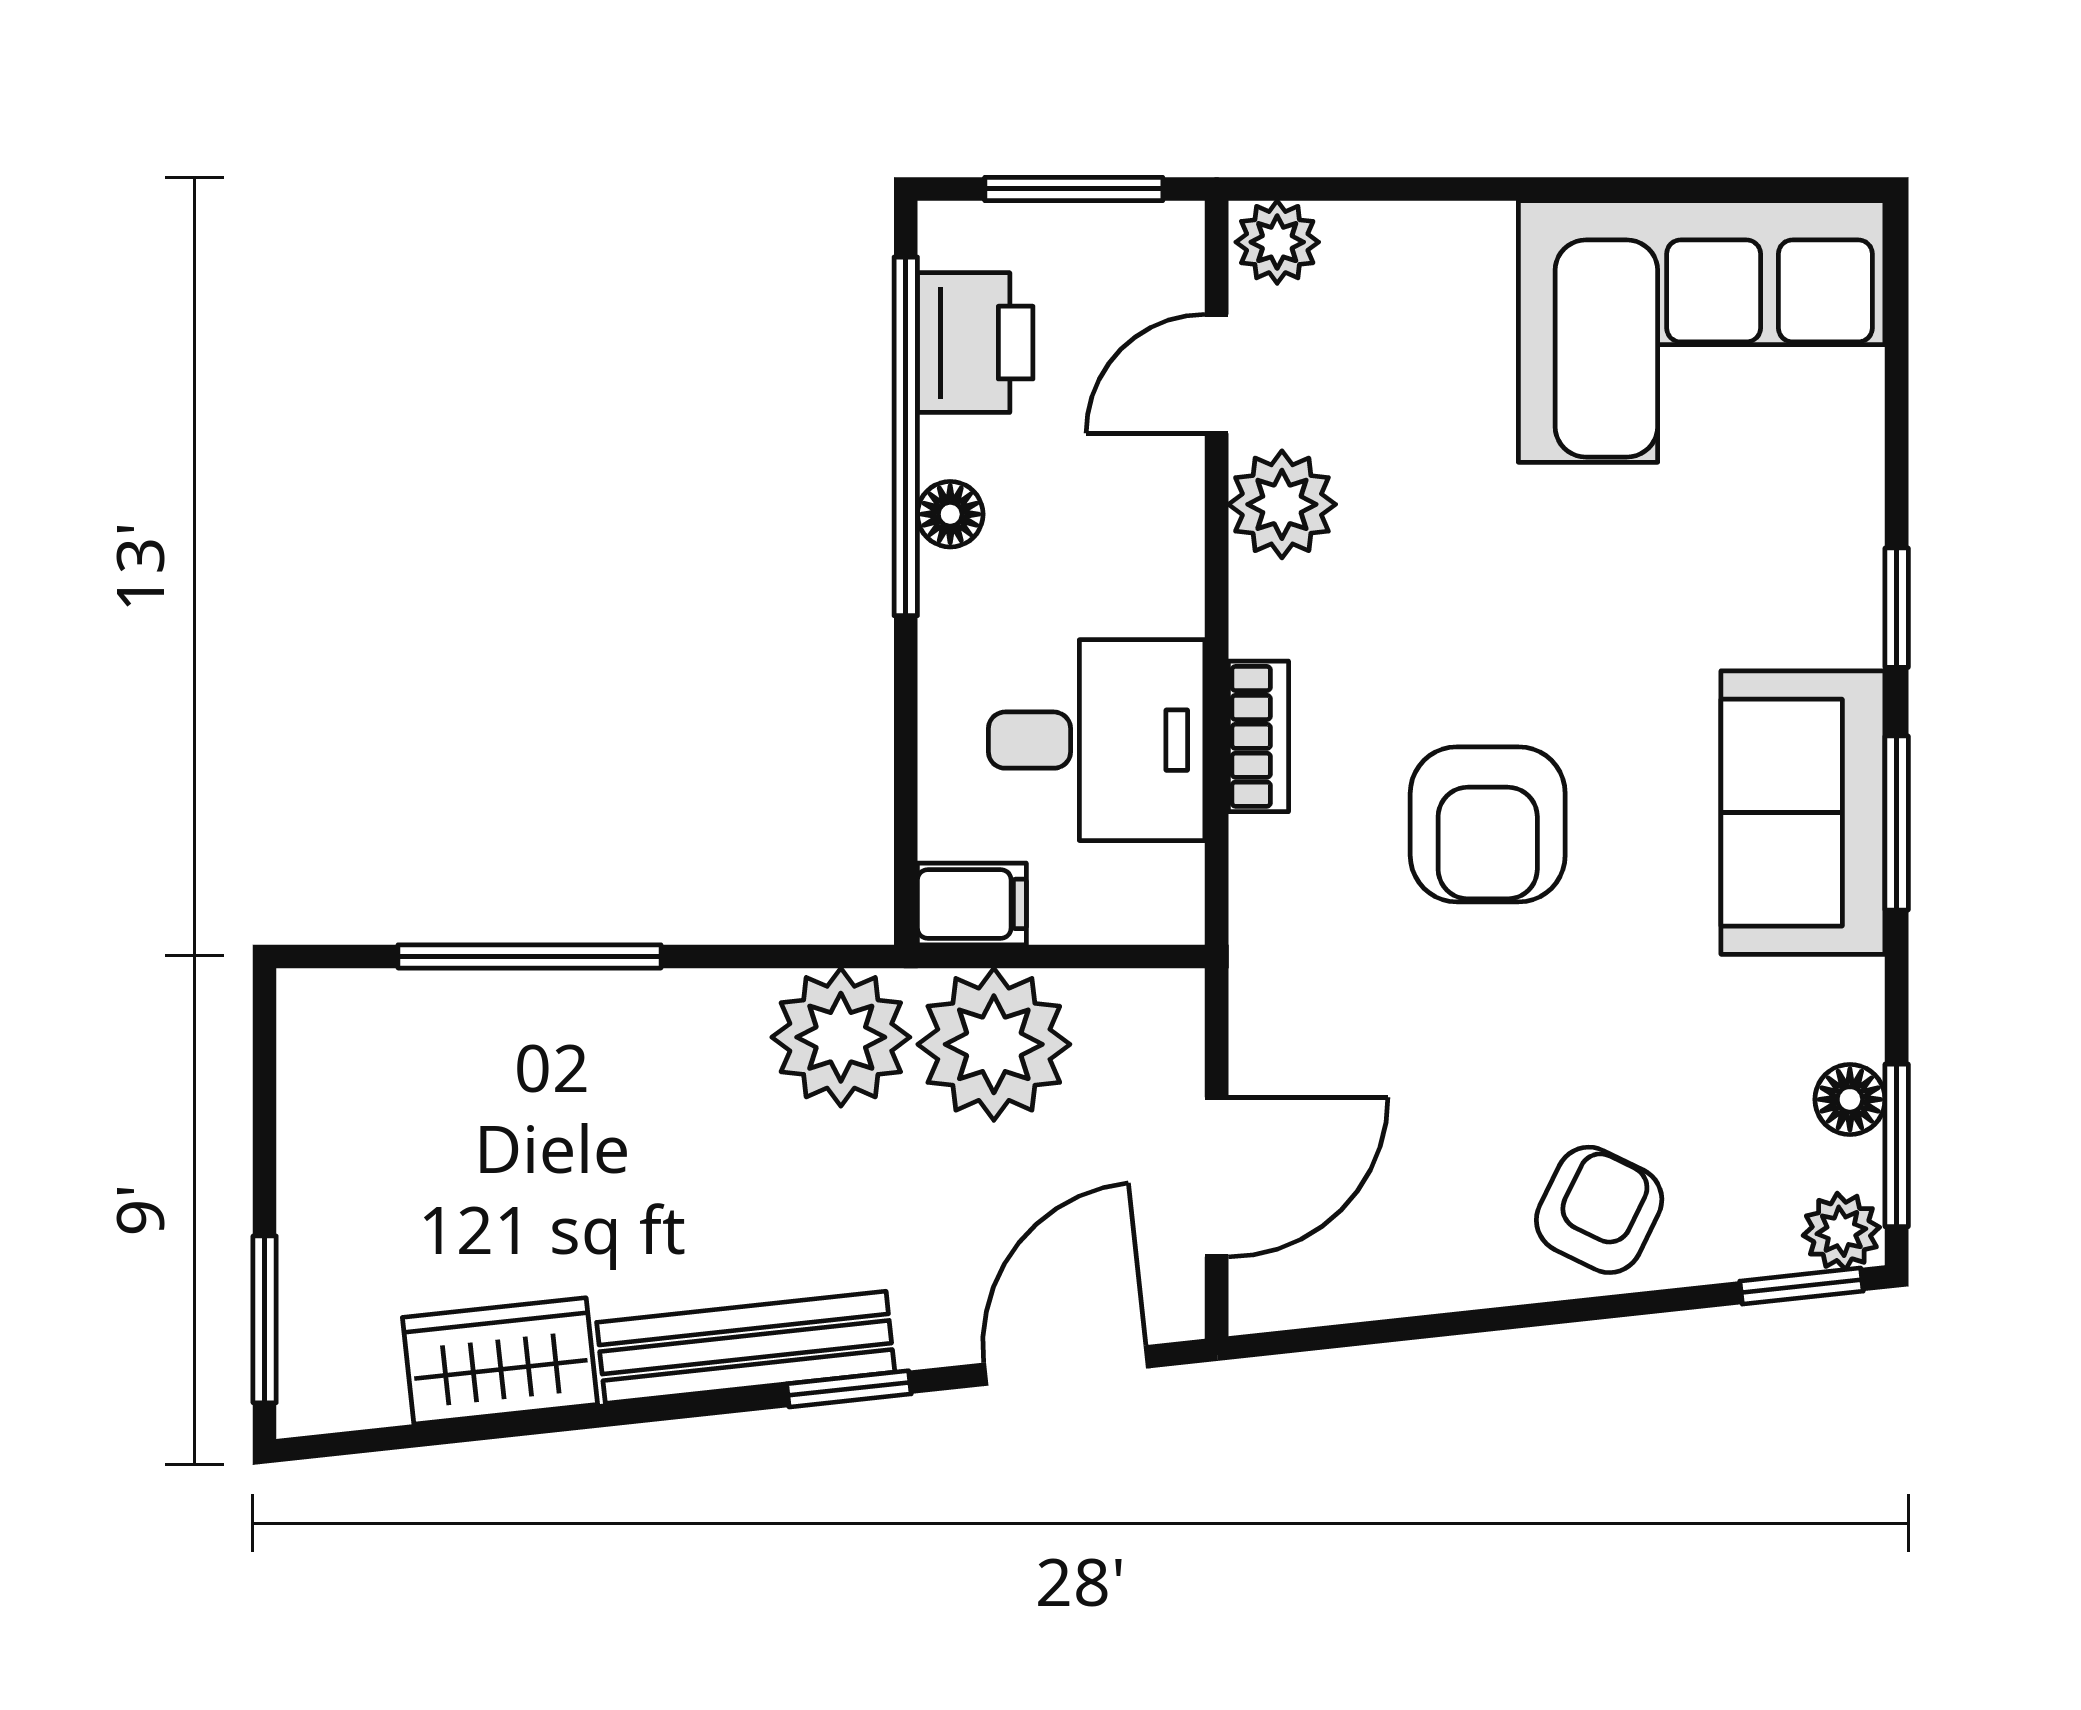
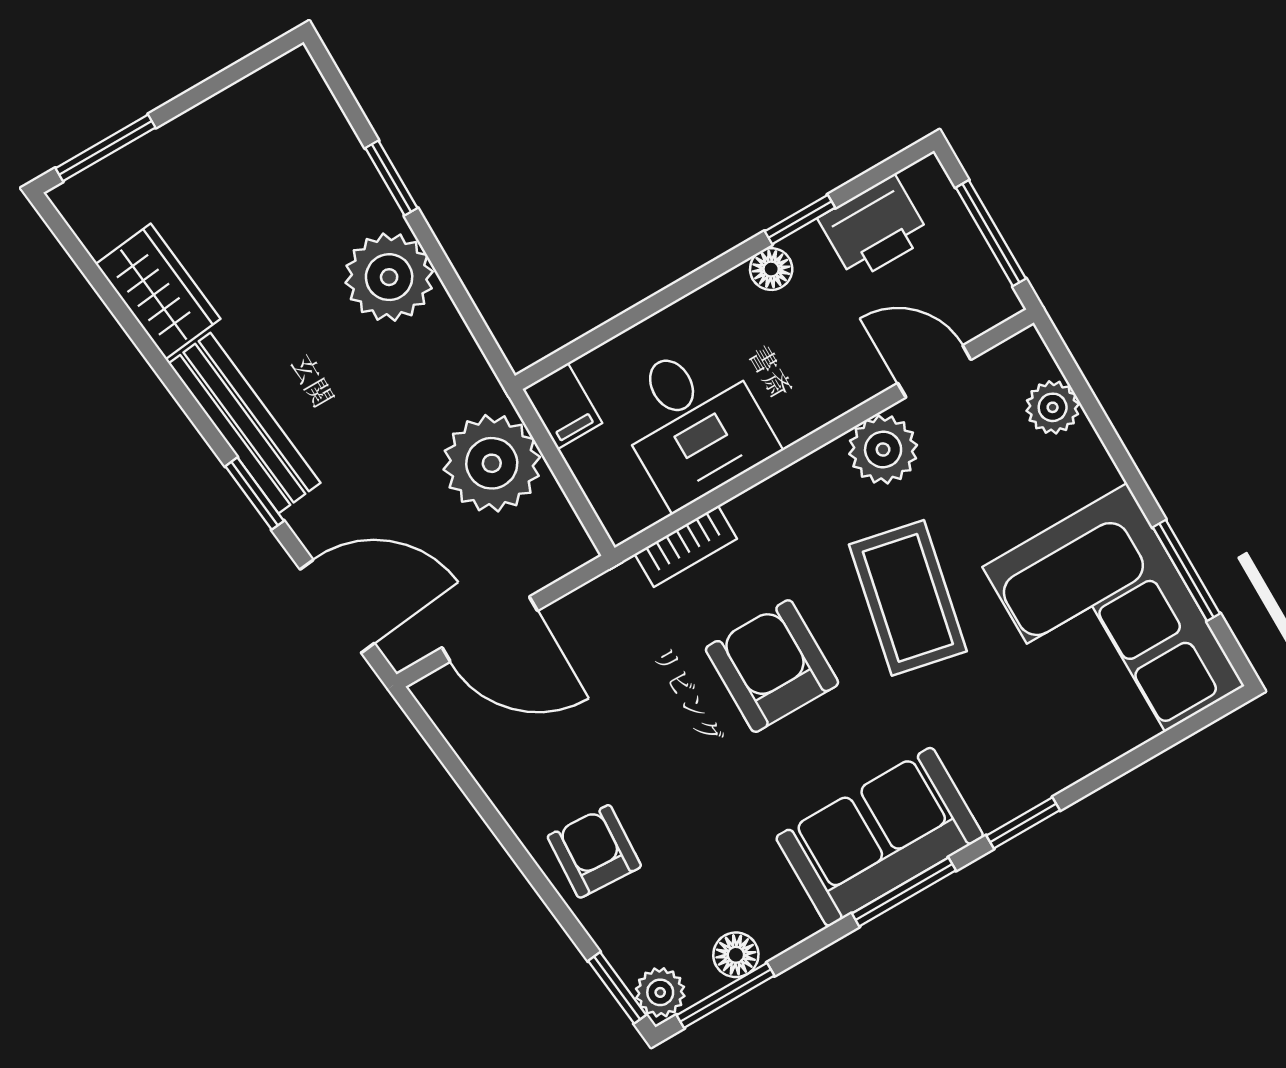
window: (1683, 189) -> (1186, 570), added
plant: (1277, 242) -> (1053, 407), moved
window: (906, 436) -> (800, 219), width x0.32
coffee table: (1502, 587) -> (908, 598), added
bookcase: (1258, 736) -> (686, 546), moved
armchair: (1488, 824) -> (772, 666), turned 90
window: (530, 956) -> (391, 178), width x0.46
plant: (841, 1037) -> (389, 277), moved
armchair: (1599, 1210) -> (594, 851), turned -113

